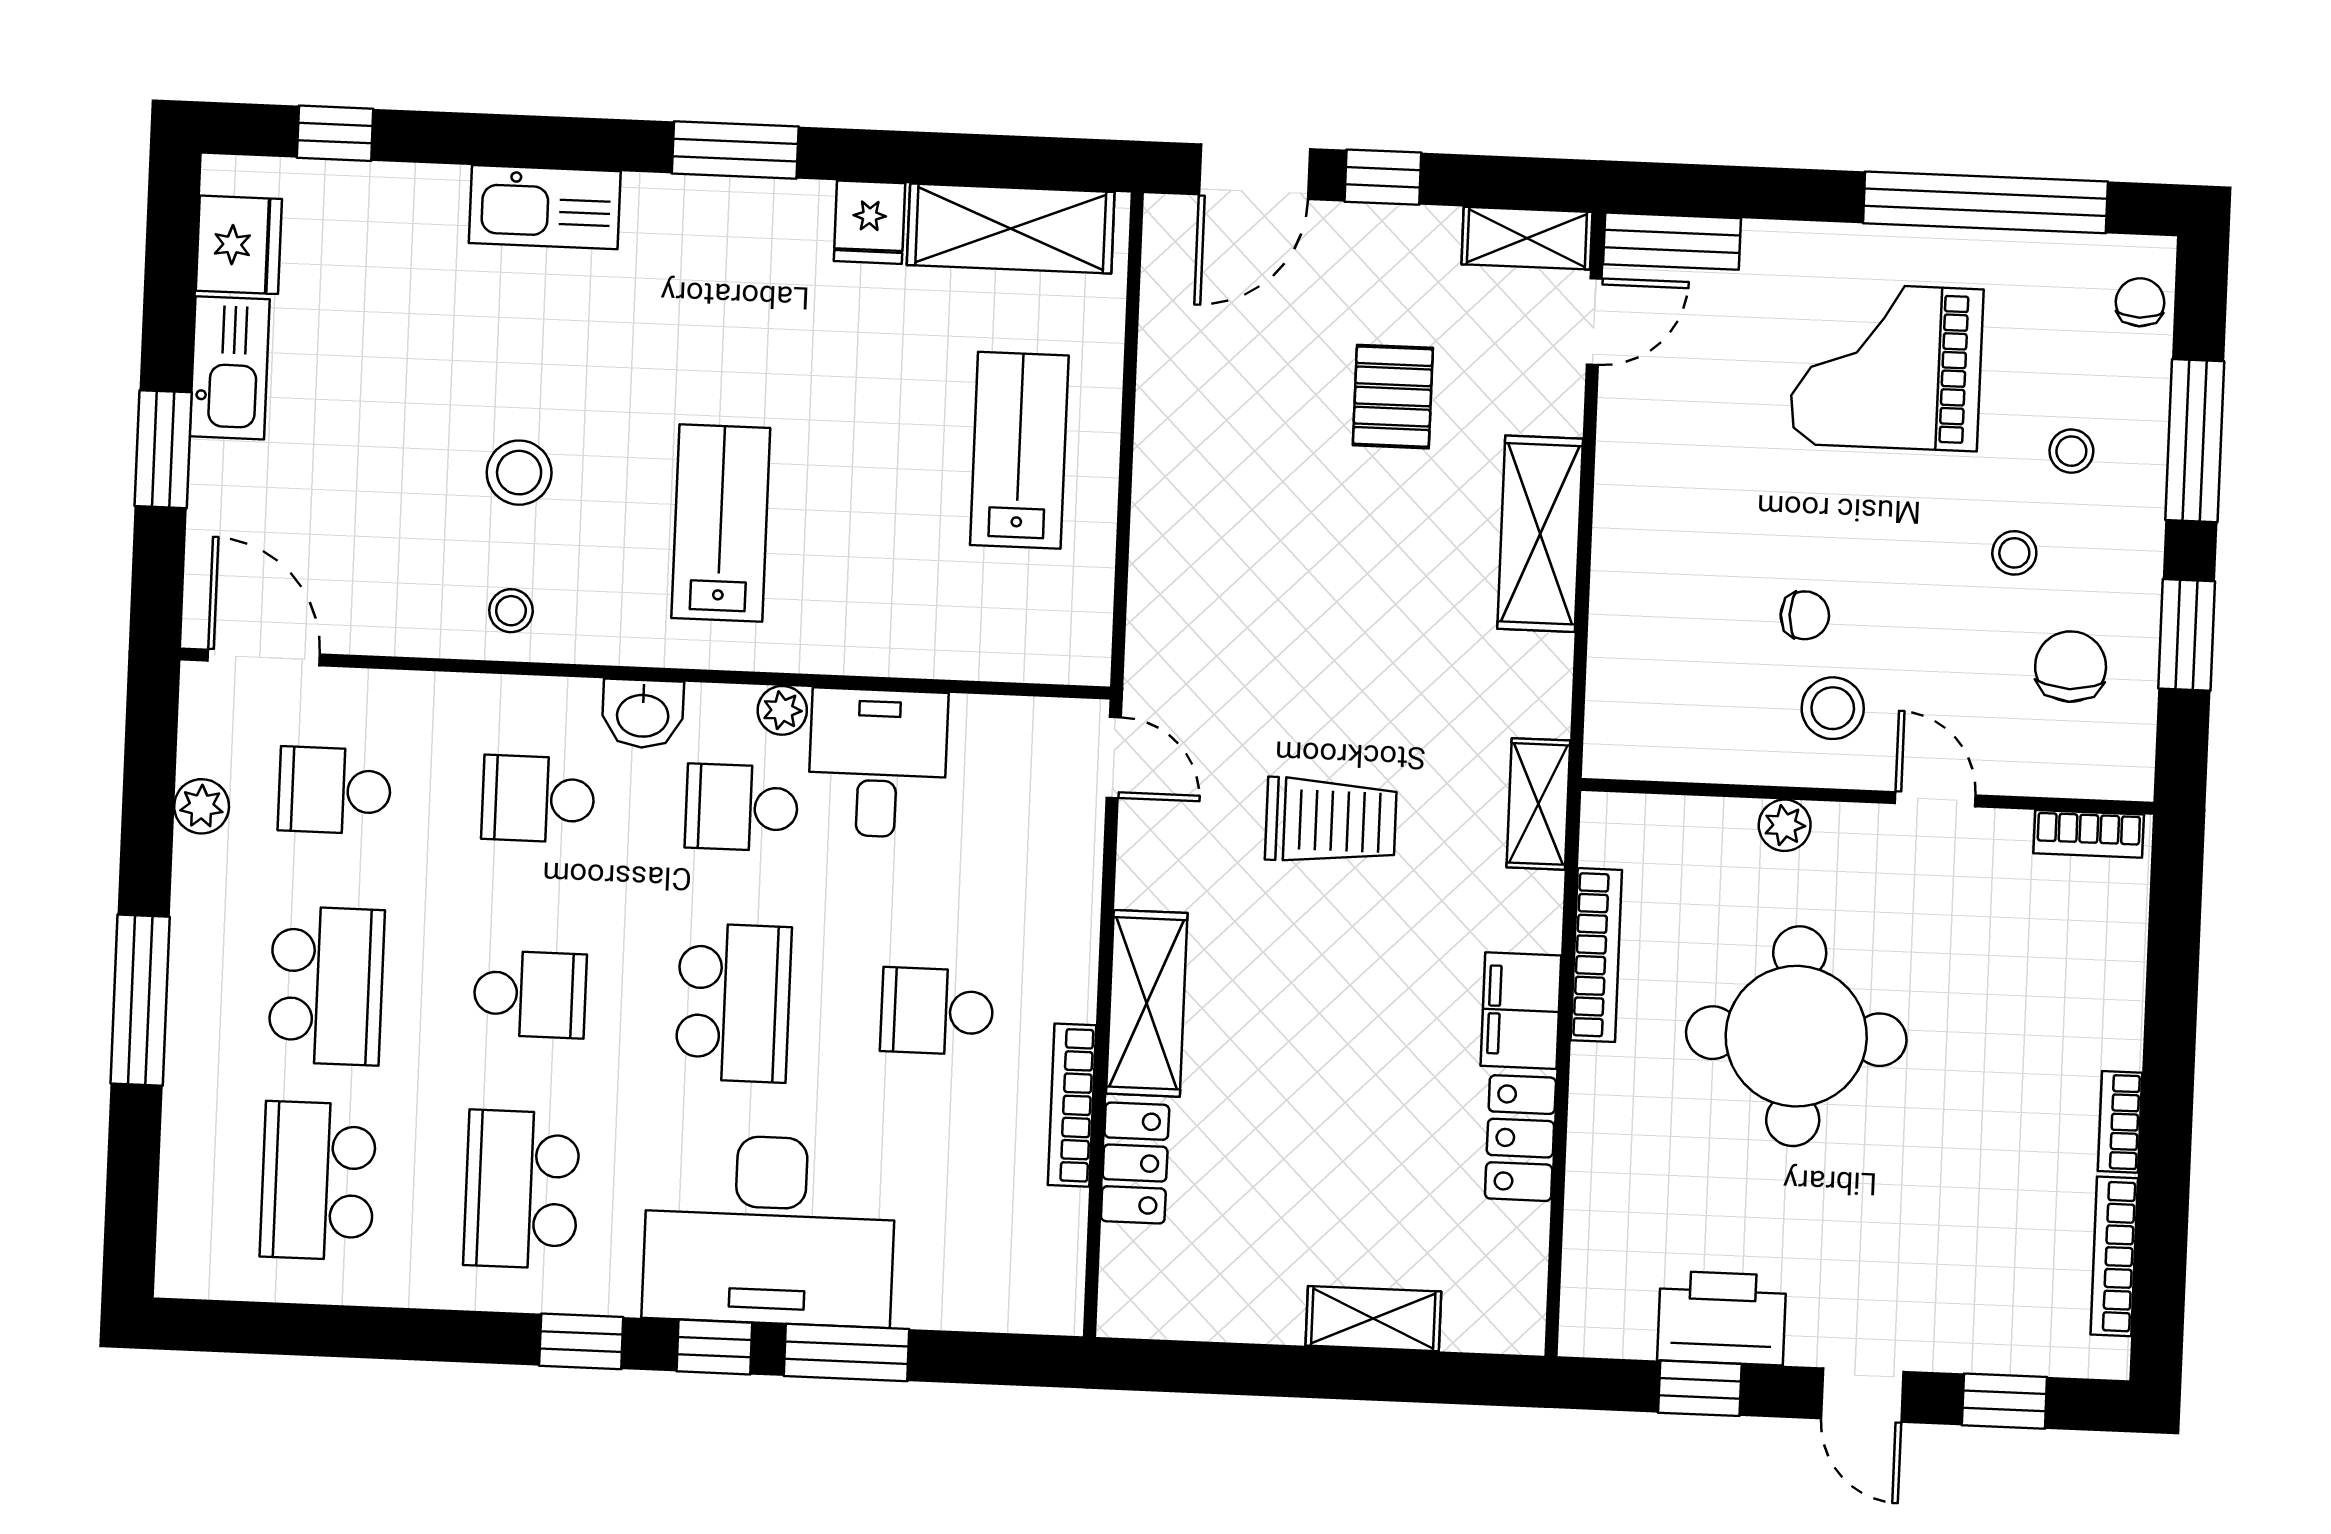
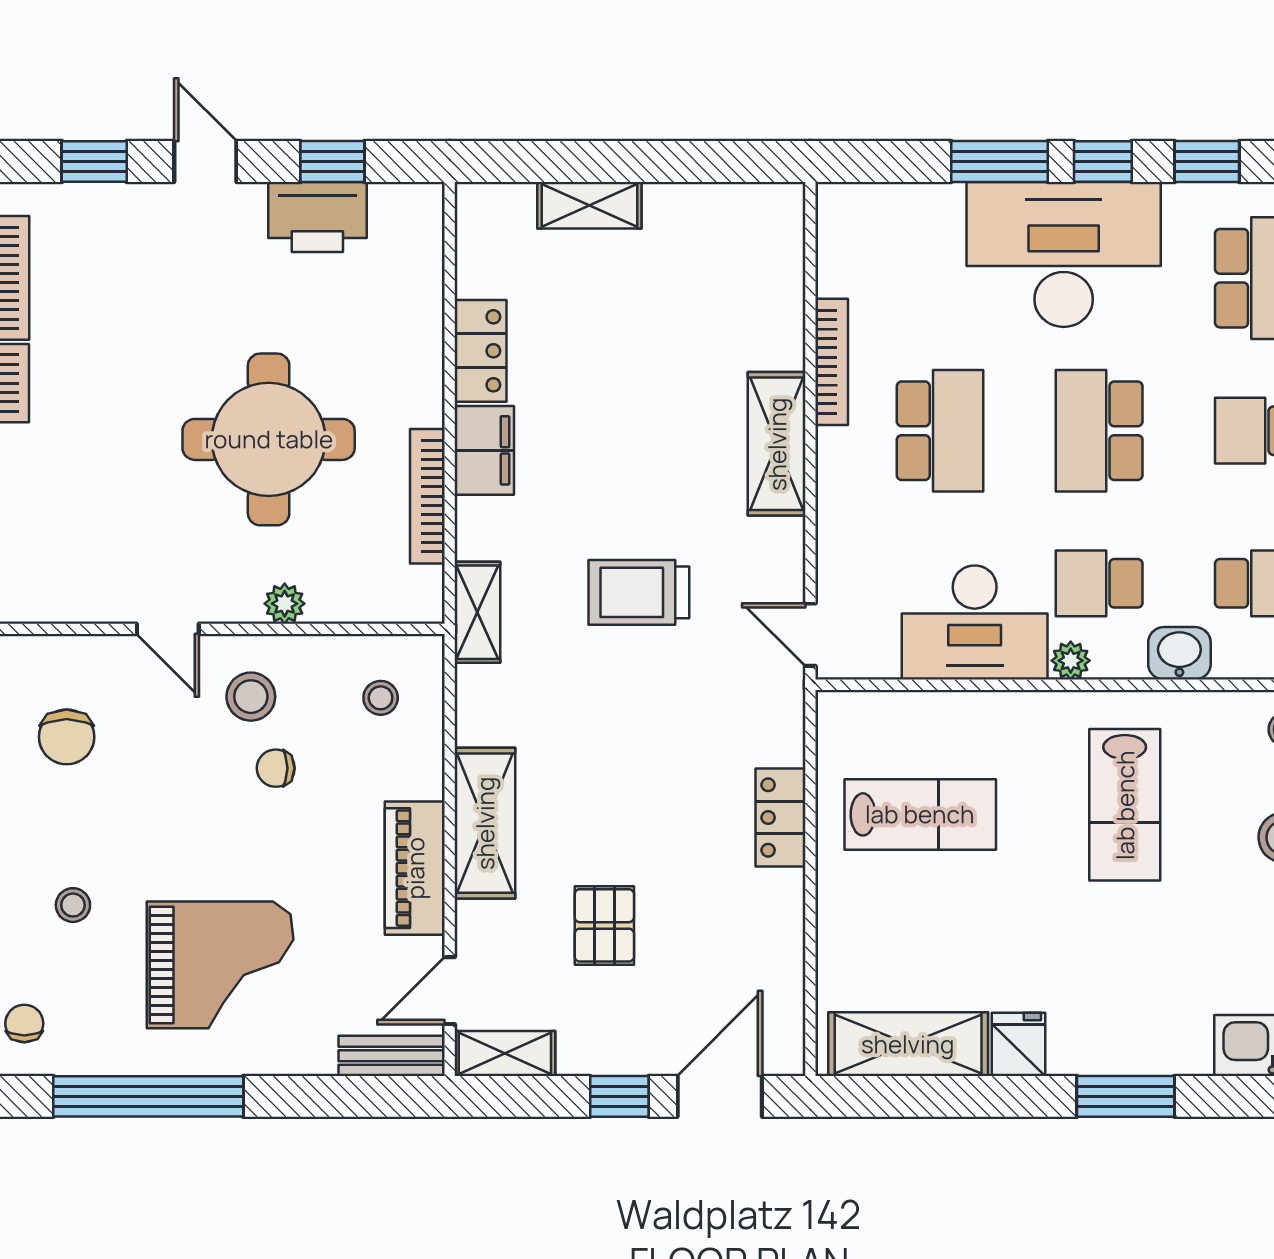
chair: (2140, 302) -> (24, 1023), turned 180
lab bench: (1019, 450) -> (920, 814), moved, turned -90
piano: (1632, 480) -> (415, 868), added
stool: (2014, 553) -> (381, 698), moved
desk: (878, 763) -> (975, 622), width x1.37
school desk: (742, 808) -> (1099, 583), turned 180
bookcase: (2089, 834) -> (47, 607), removed
school desk: (937, 1011) -> (940, 431), width x1.85
locker: (1135, 1163) -> (780, 818), moved

